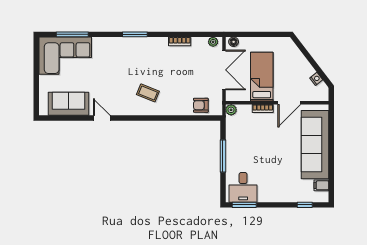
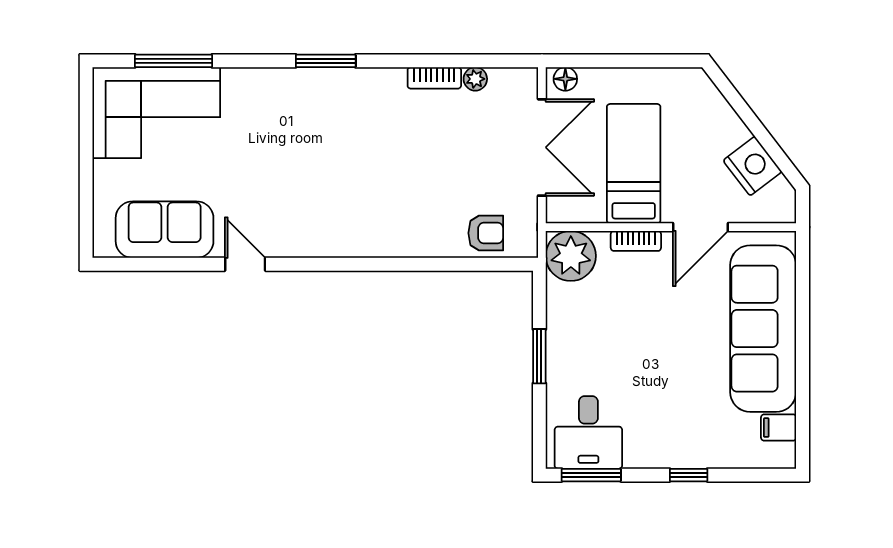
plant: (213, 42) -> (475, 79), moved
nightstand: (316, 79) -> (753, 166), width x1.89, depth x1.79
coffee table: (148, 93) -> (357, 203), removed
armchair: (201, 105) -> (486, 233), turned 180
plant: (231, 110) -> (571, 256), width x1.87, depth x1.87
window: (223, 156) -> (539, 356), width x0.69
window: (305, 205) -> (689, 475), moved

